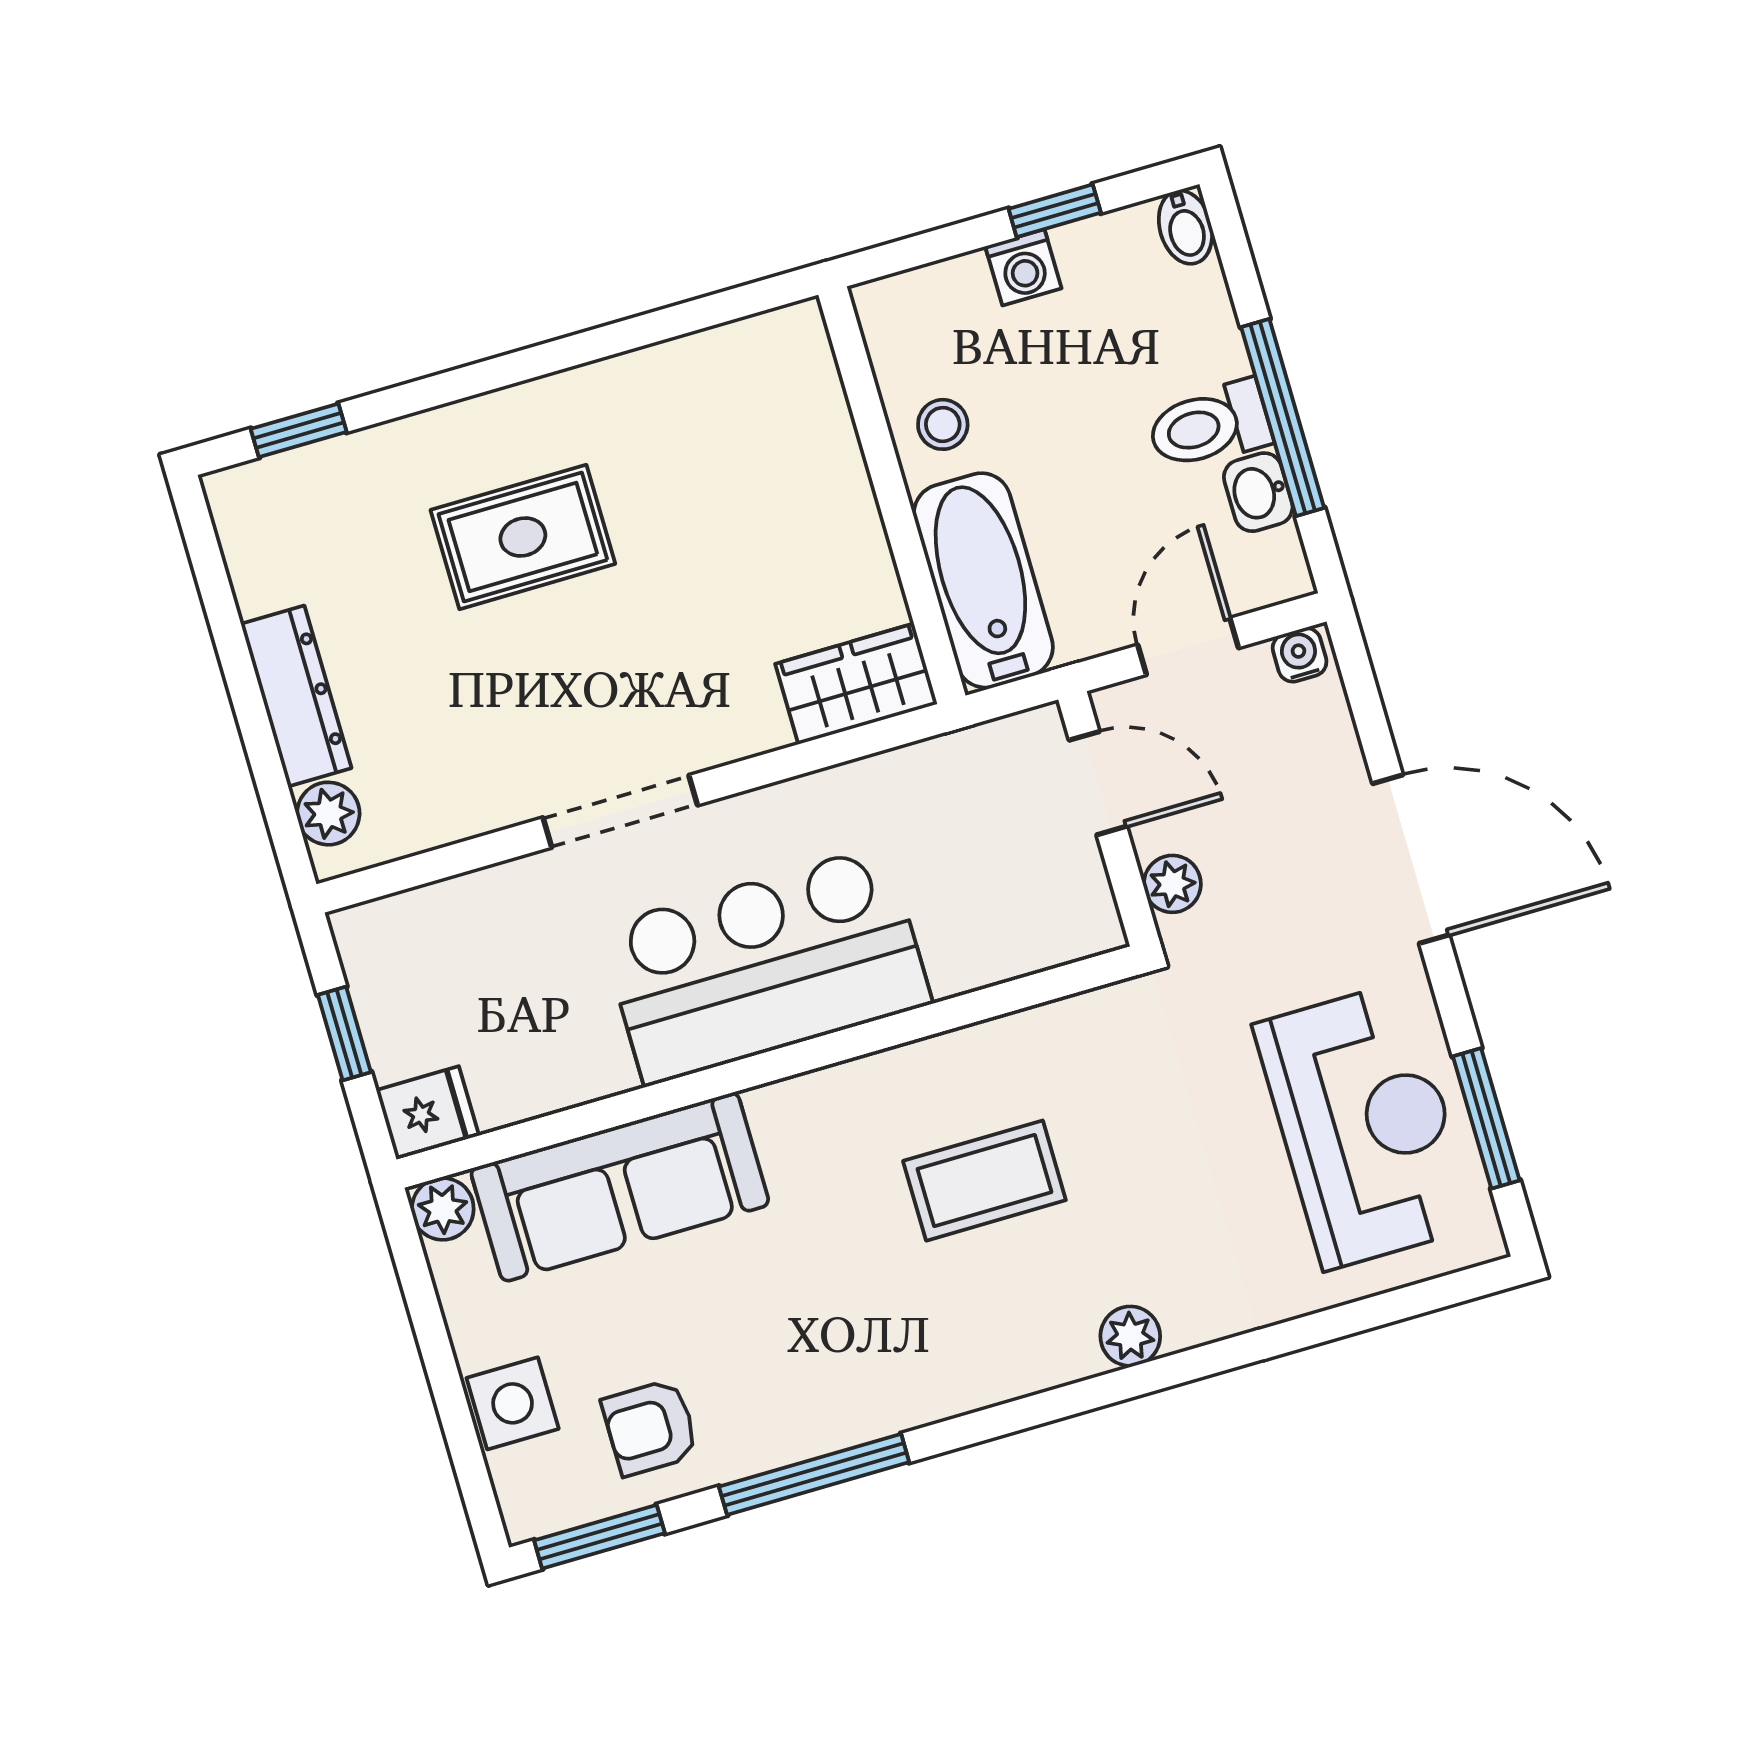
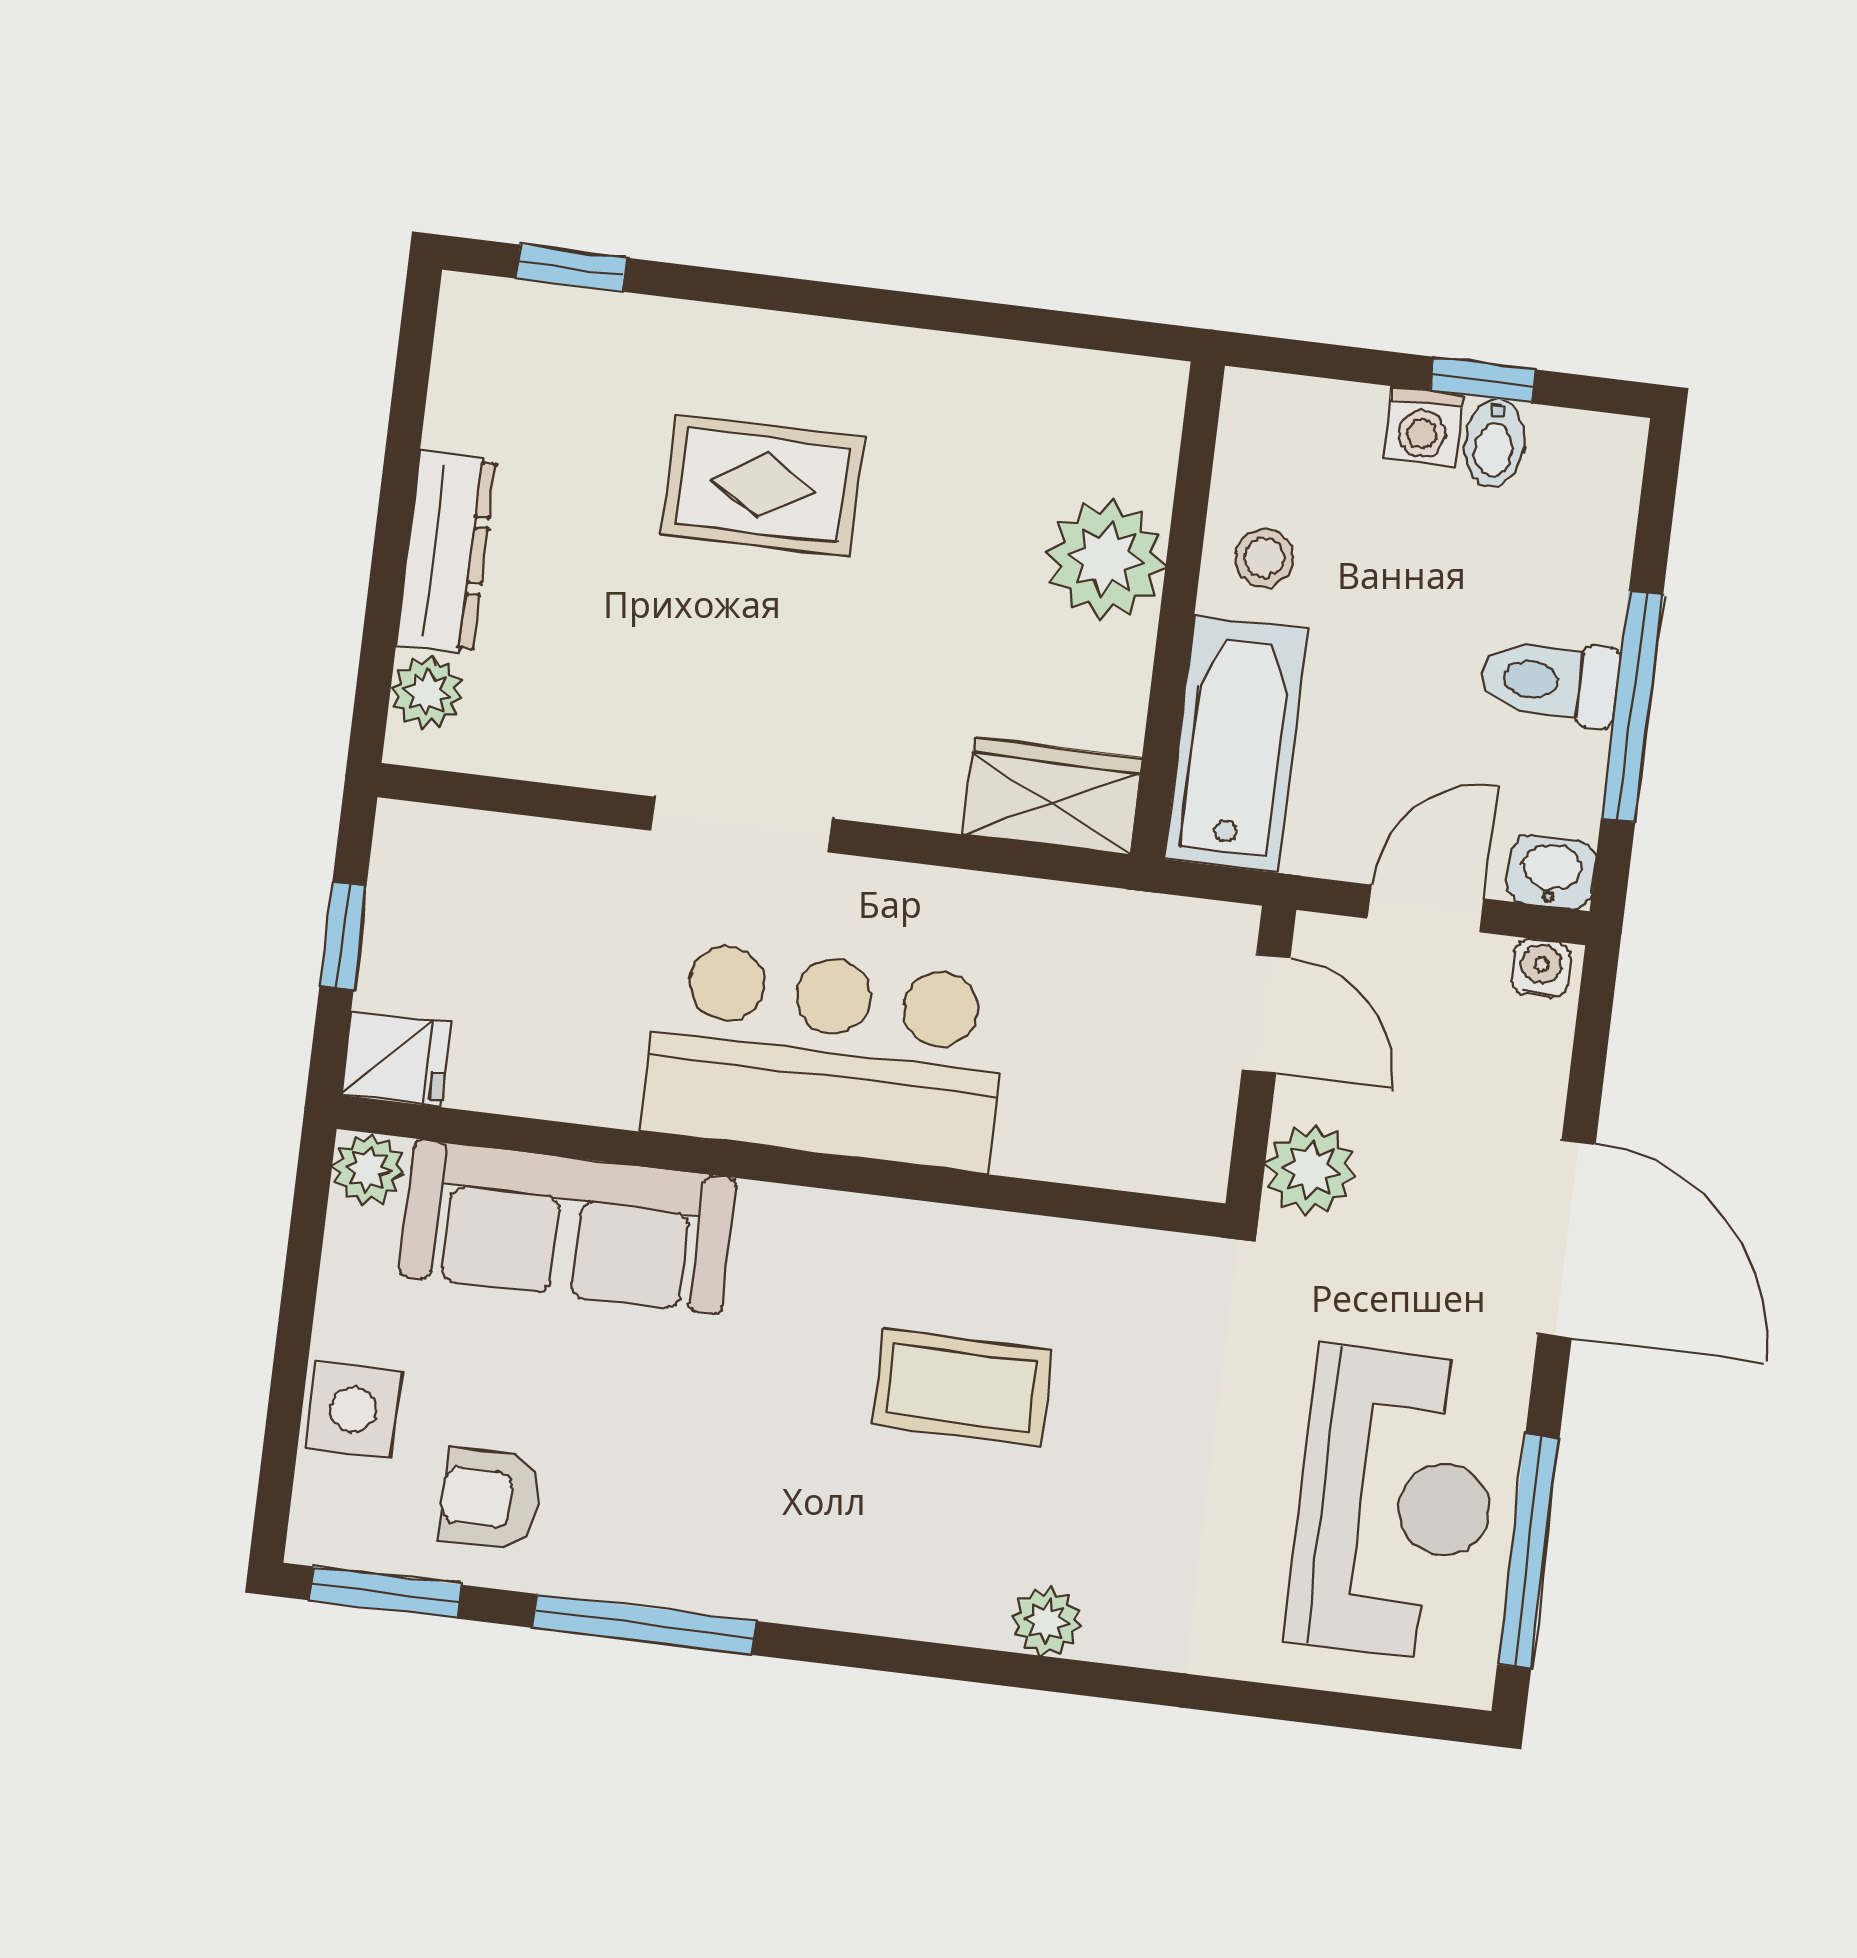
bidet: (1185, 227) -> (1494, 443), moved
plant: (818, 479) -> (1106, 559), added
washbasin: (1258, 492) -> (1551, 872), moved, turned 90
plant: (1172, 884) -> (1310, 1170), width x1.38, depth x1.38
window: (1486, 1118) -> (1528, 1552), width x1.44

